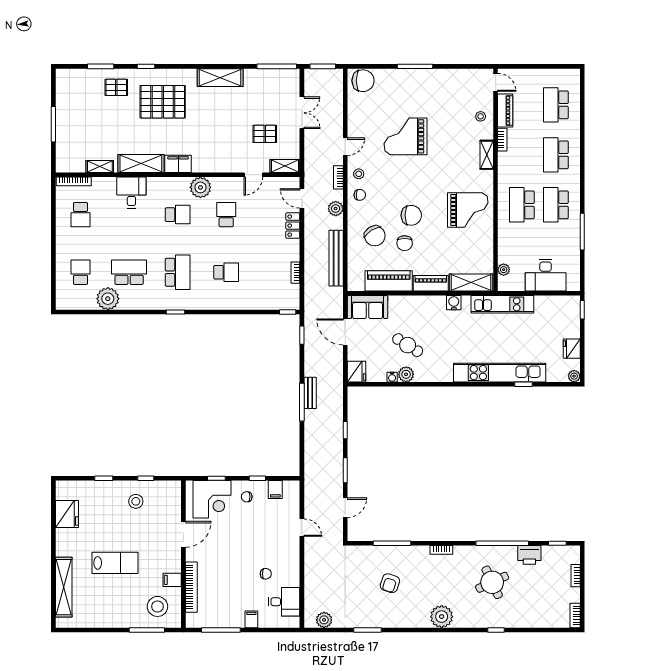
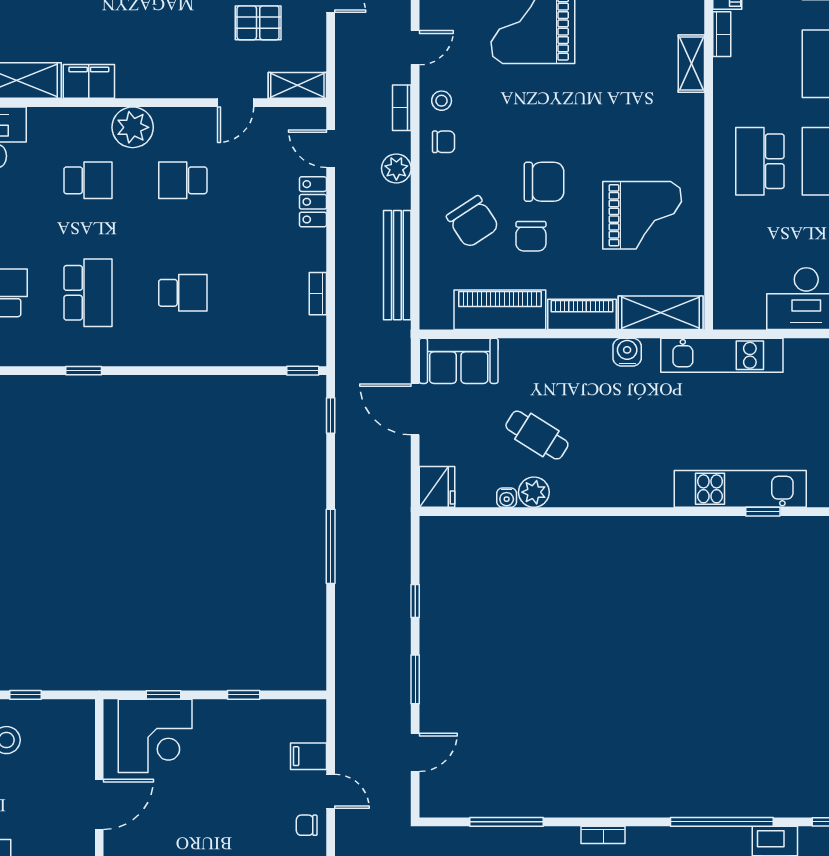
grand piano: (468, 210) -> (642, 215), moved
school desk: (226, 215) -> (183, 180), turned -90
plant: (504, 270) -> (724, 288), removed
kitchen unit: (500, 373) -> (740, 489), width x0.73
bench: (310, 393) -> (347, 528), removed
filing cabinet: (275, 490) -> (308, 756), moved, turned 90
chair: (247, 497) -> (307, 825), moved

